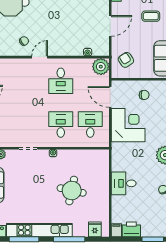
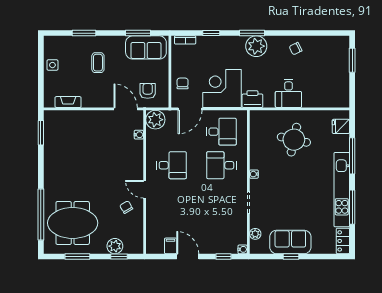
door: (110, 26) -> (126, 109), moved
armchair: (126, 60) -> (148, 91), turned 123
chair: (144, 95) -> (183, 83), moved
desk: (90, 125) -> (221, 132), turned 180
round table: (72, 190) -> (294, 140), moved
printer: (131, 229) -> (252, 99), moved, turned 90
filing cabinet: (116, 230) -> (342, 102), removed

